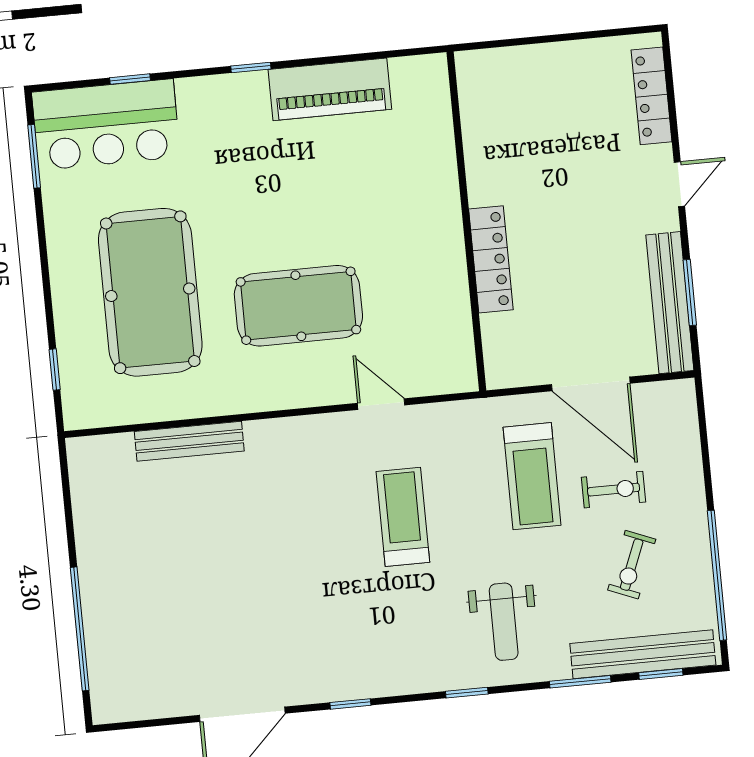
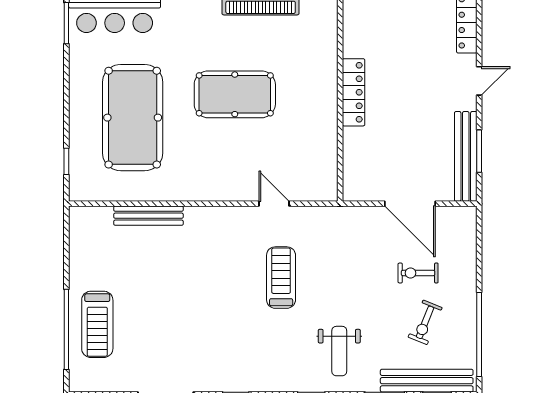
locker: (491, 259) -> (354, 92), moved
pool table: (298, 306) -> (235, 94), moved
treadmill: (532, 476) -> (97, 324), moved
exercise bike: (614, 490) -> (418, 273), turned 180

